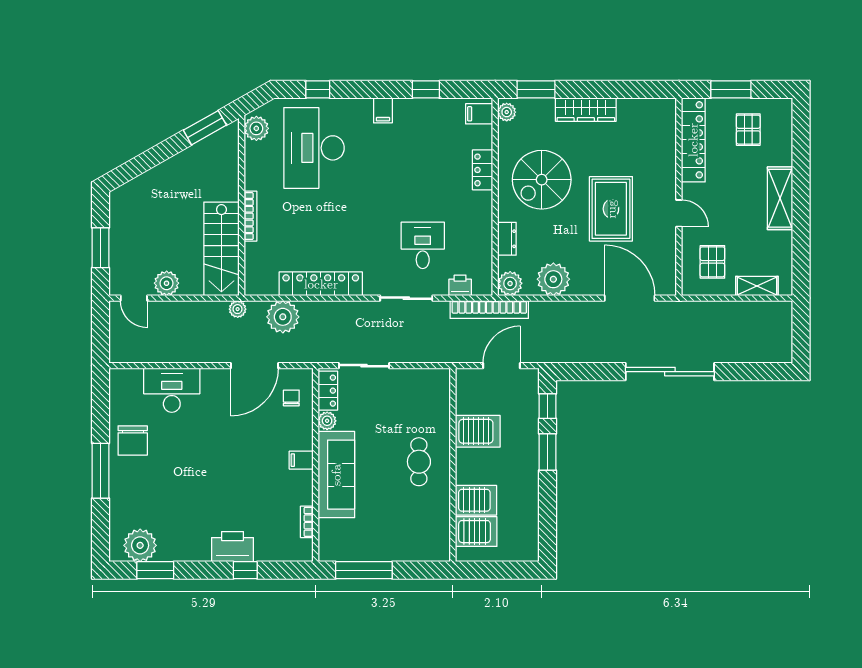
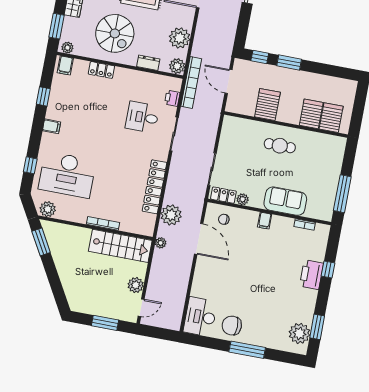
desk: (172, 390) -> (200, 317), moved
chair: (133, 440) -> (232, 326), turned 180
sofa: (336, 475) -> (285, 201), width x0.73

